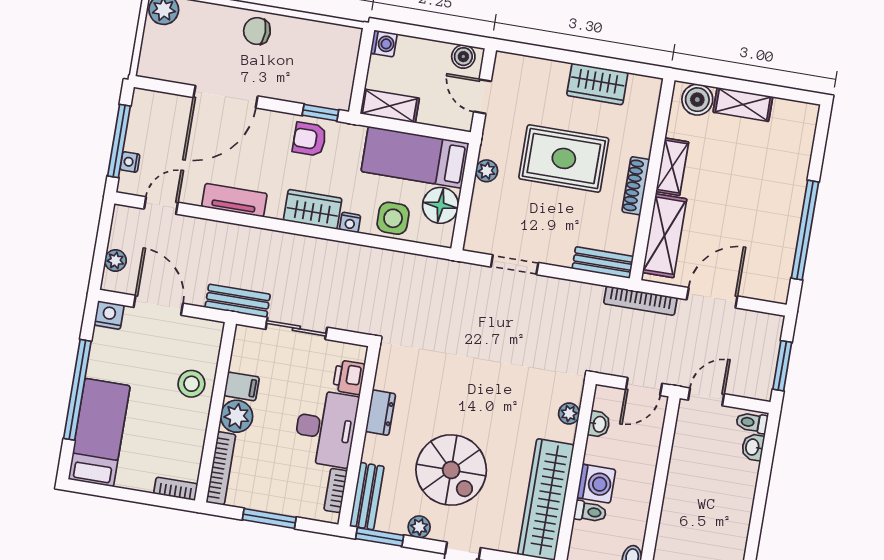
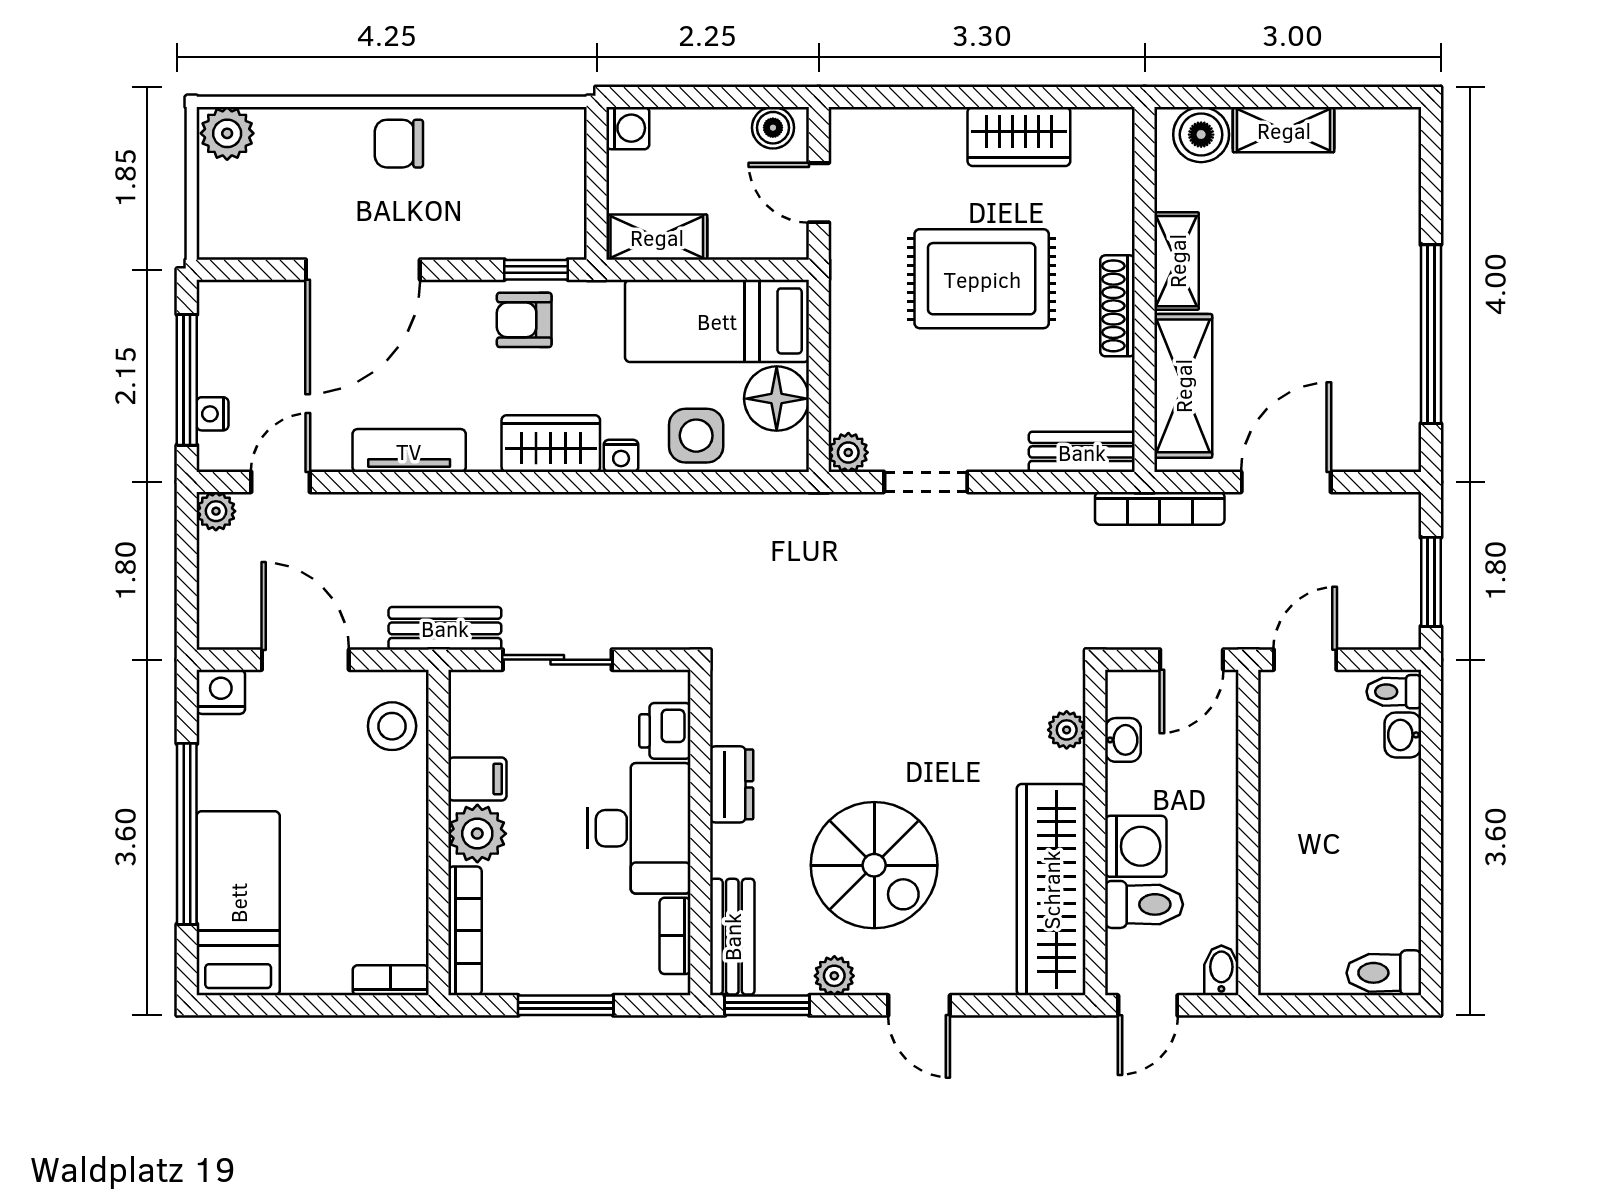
plant: (487, 171) -> (848, 452), moved
plant: (115, 260) -> (216, 511), moved
stool: (191, 384) -> (392, 726), moved
toilet: (590, 512) -> (1144, 904), width x1.37, depth x1.39

